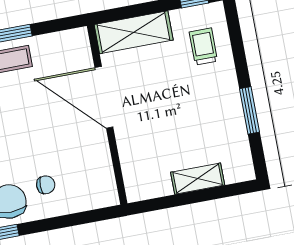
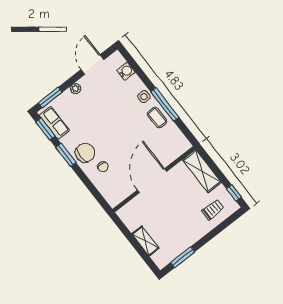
door: (104, 97) -> (152, 181), moved
window: (250, 110) -> (183, 257), moved

